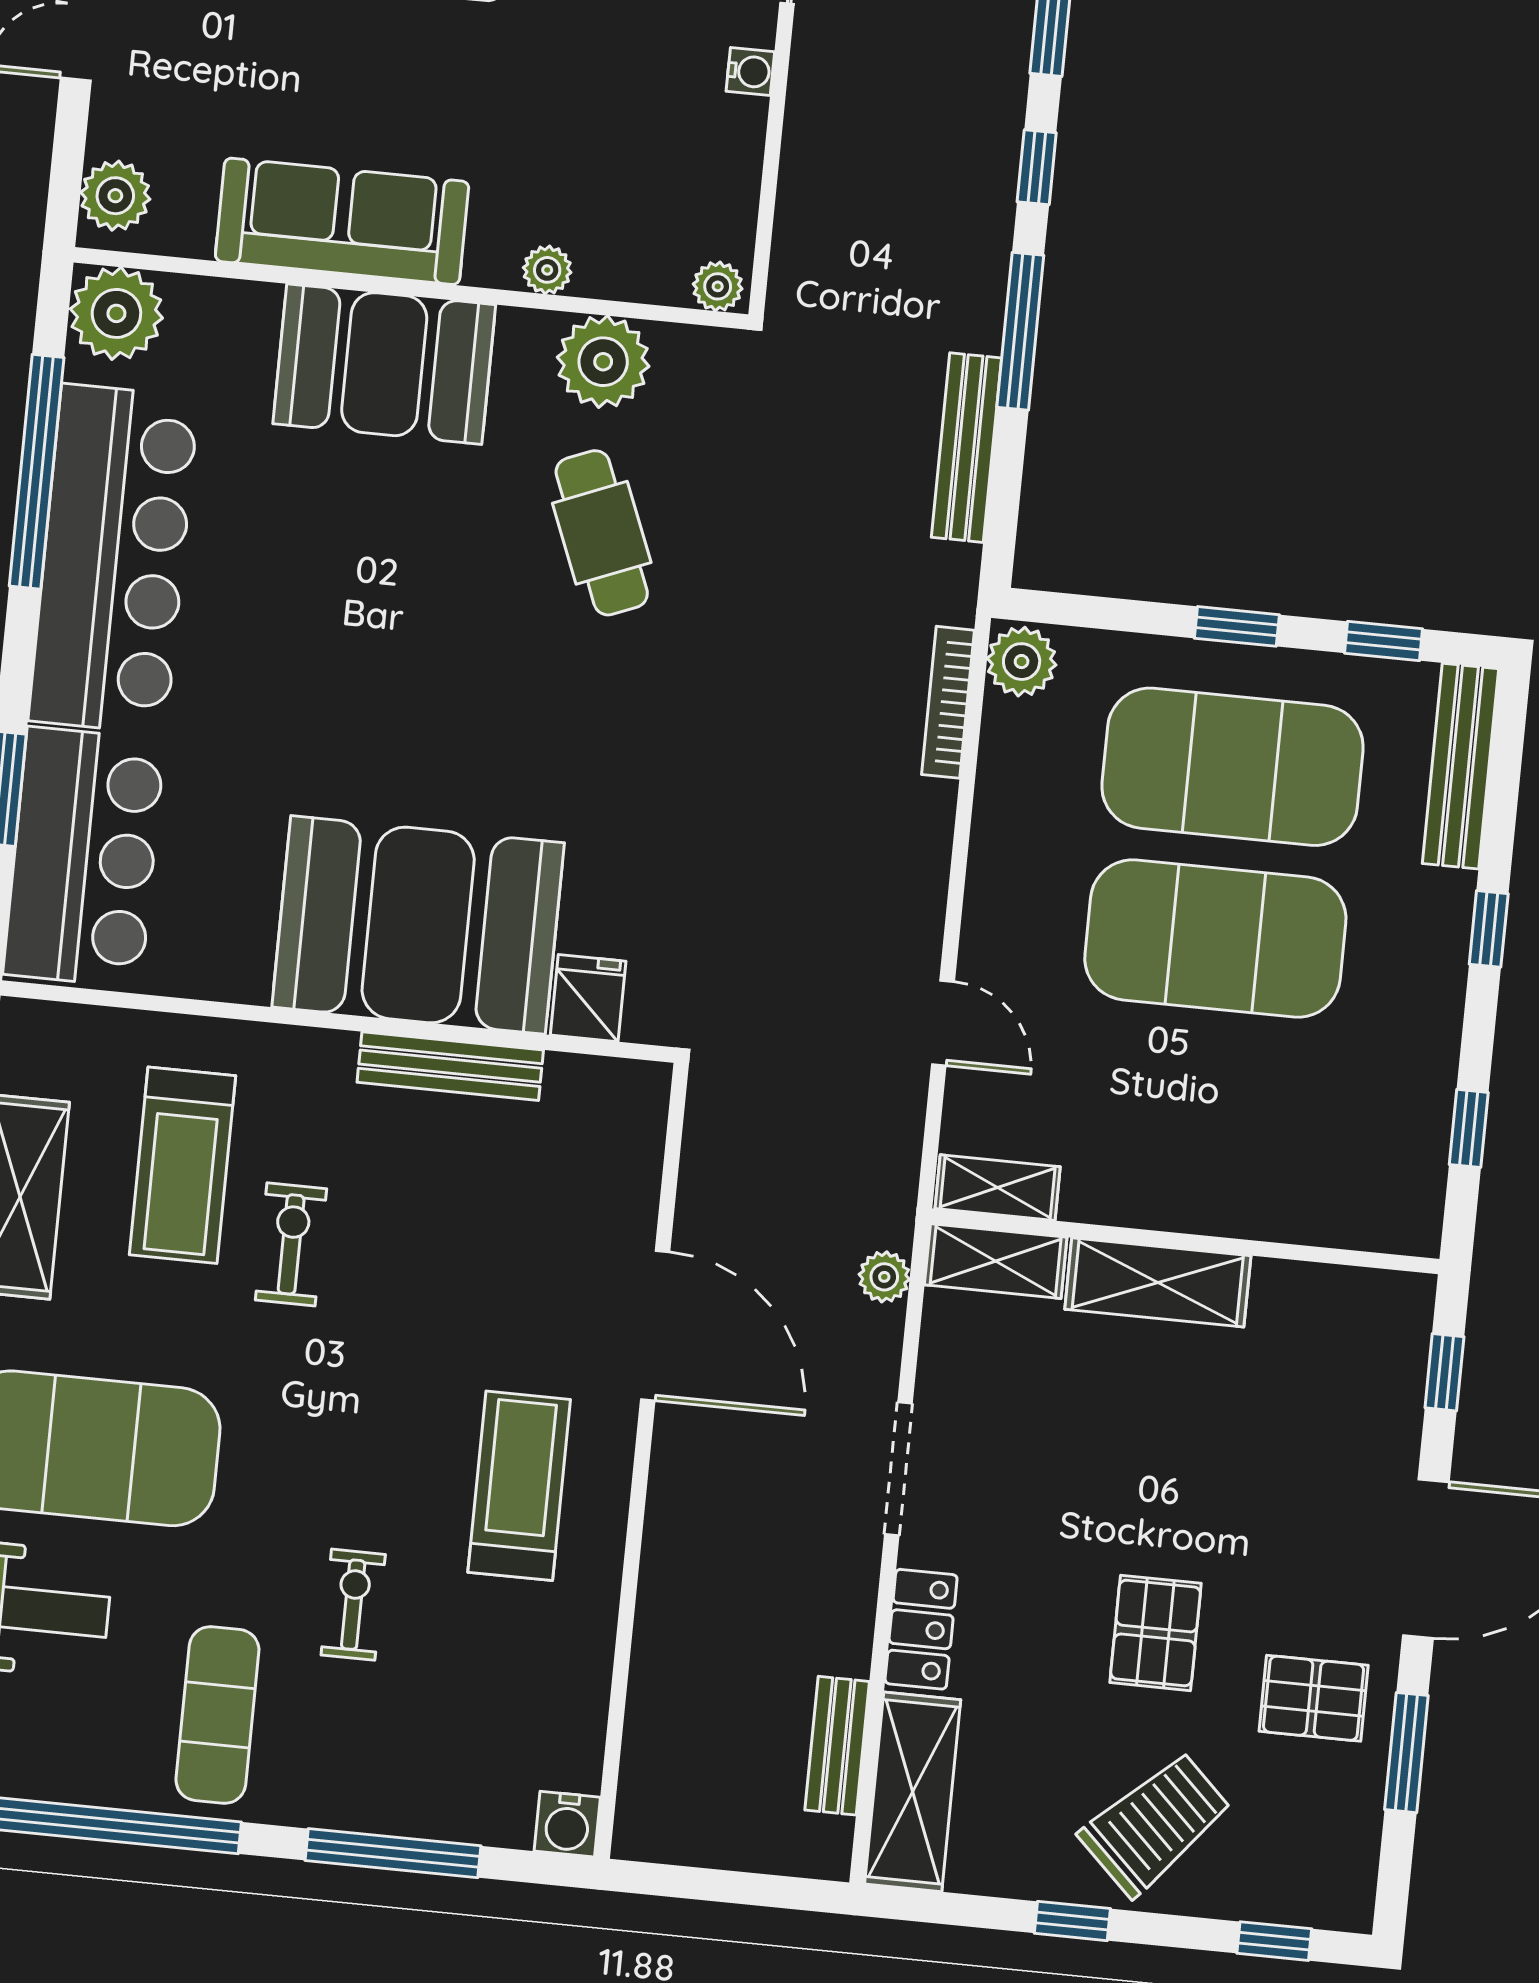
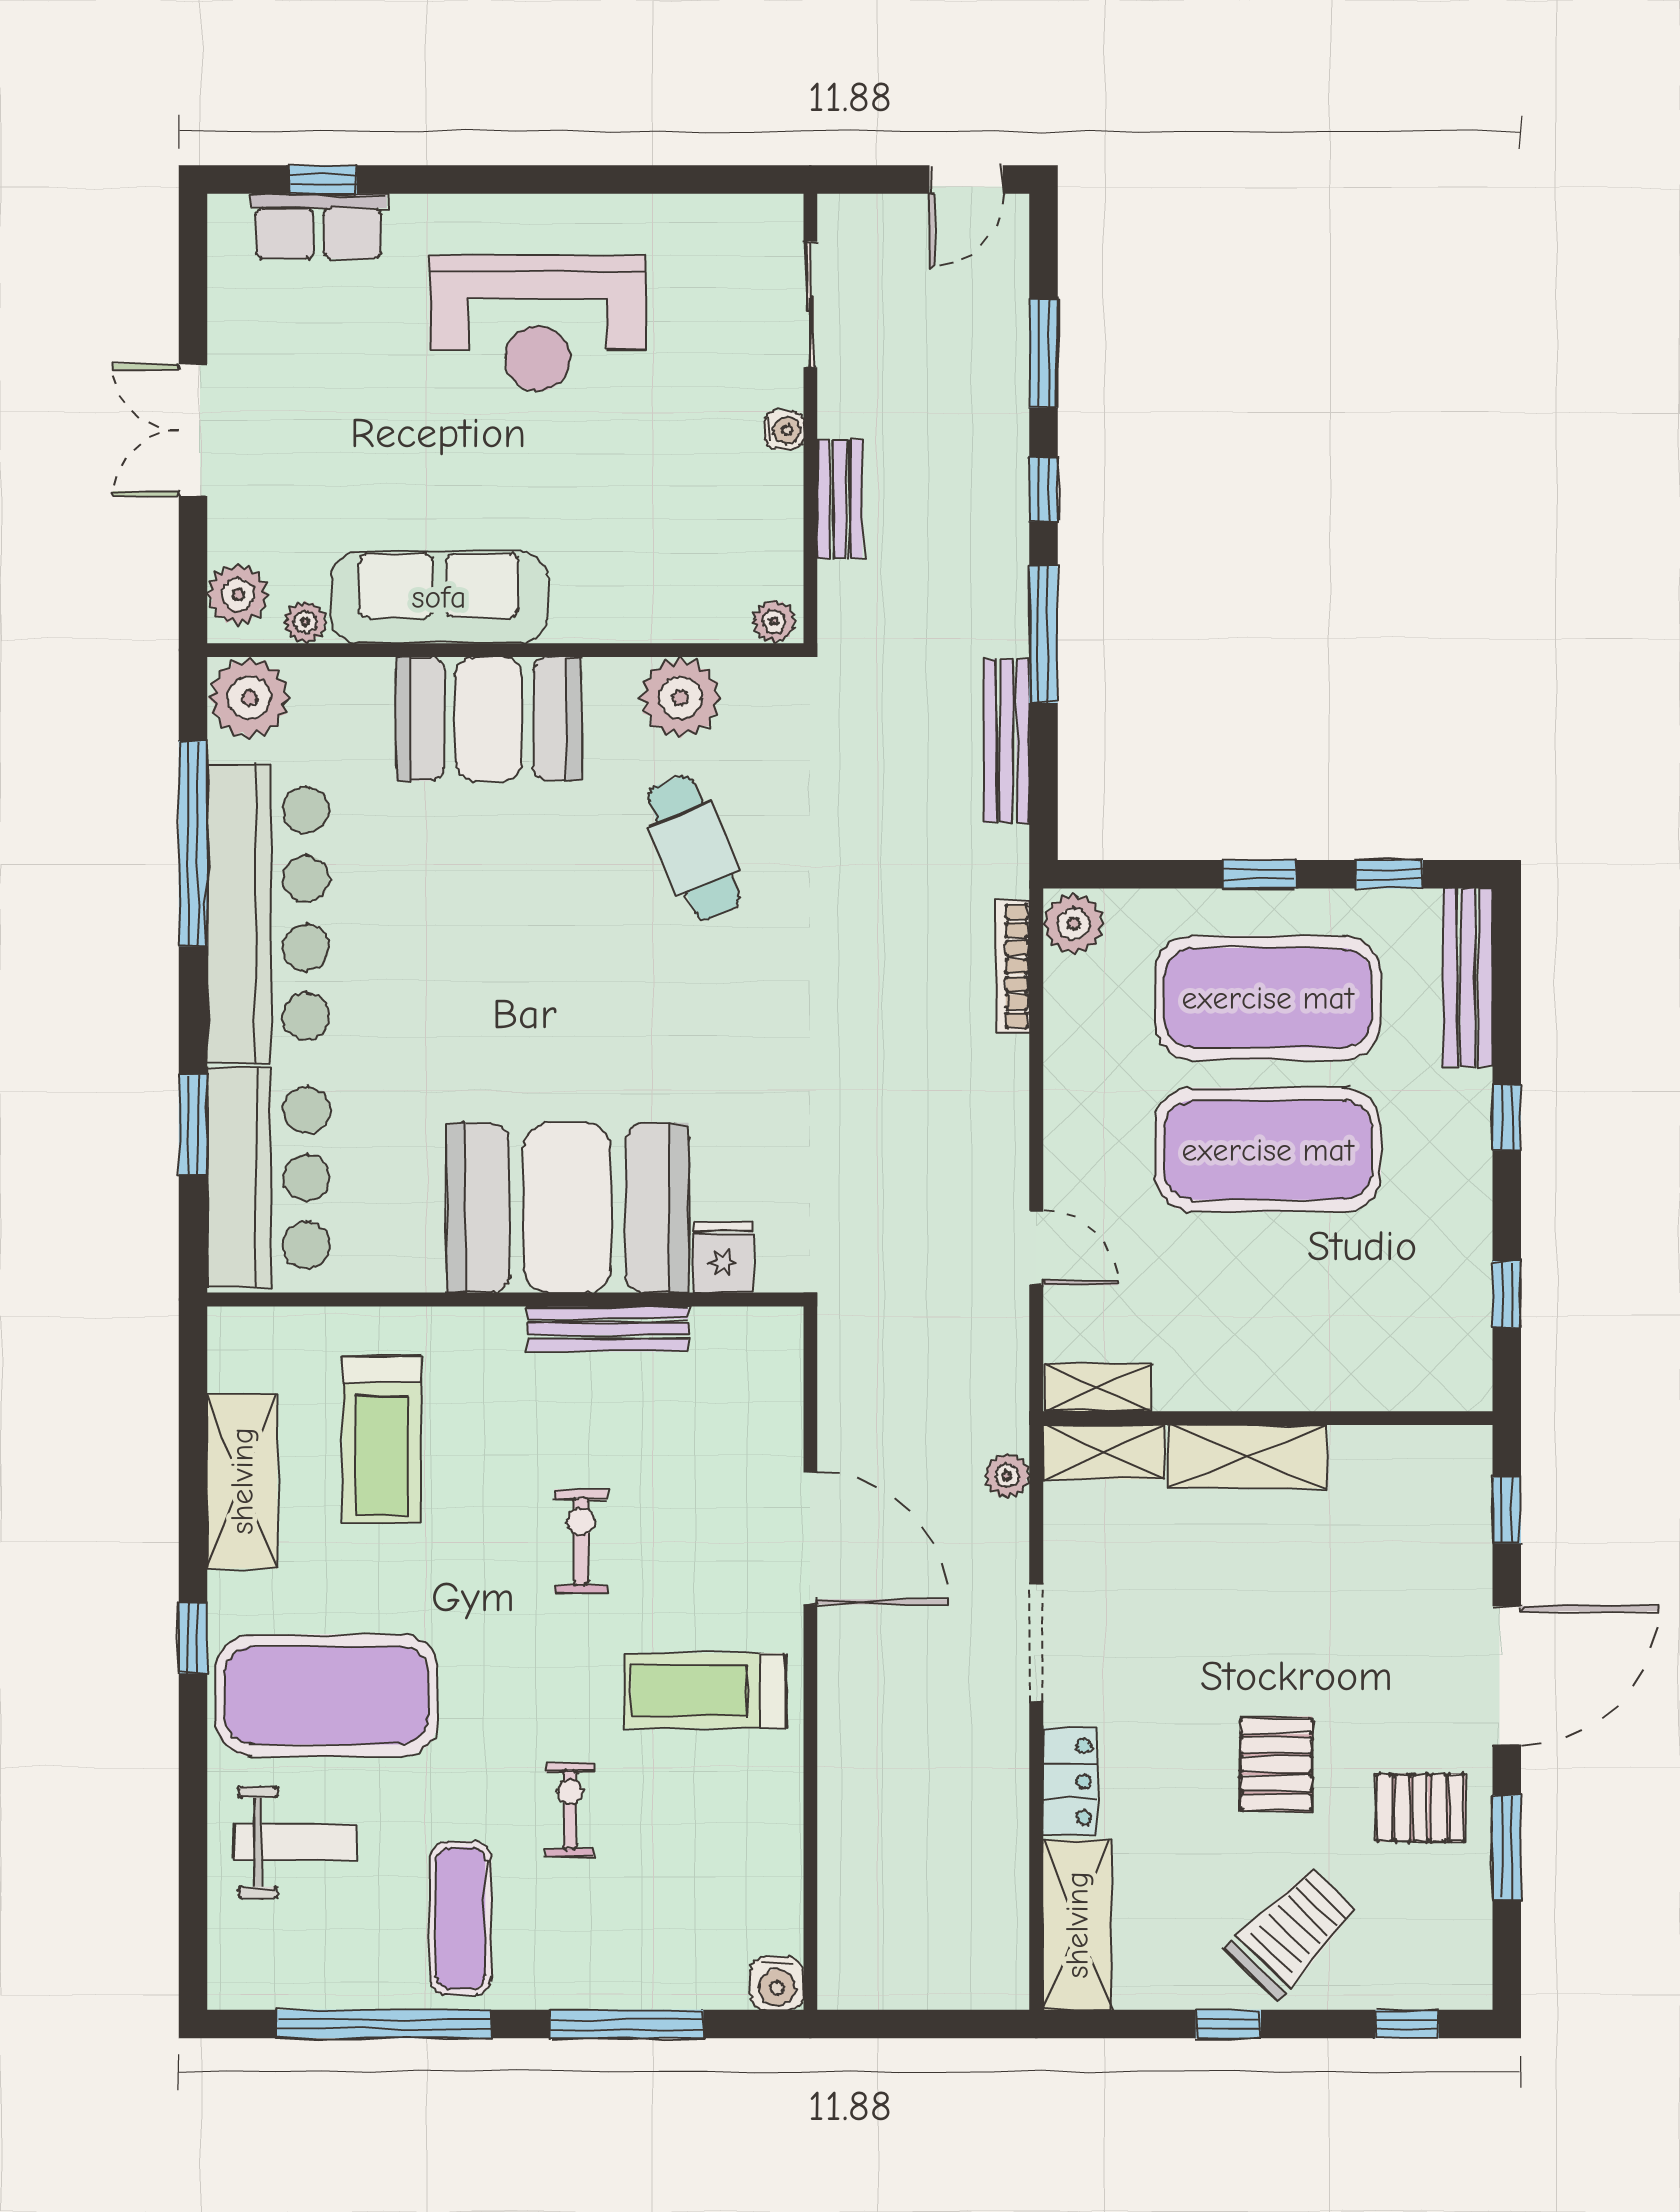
plant: (547, 270) -> (305, 622), moved
exercise bike: (291, 1244) -> (581, 1541), moved
treadmill: (519, 1486) -> (705, 1691), turned -90
bench: (837, 1746) -> (840, 499), moved

